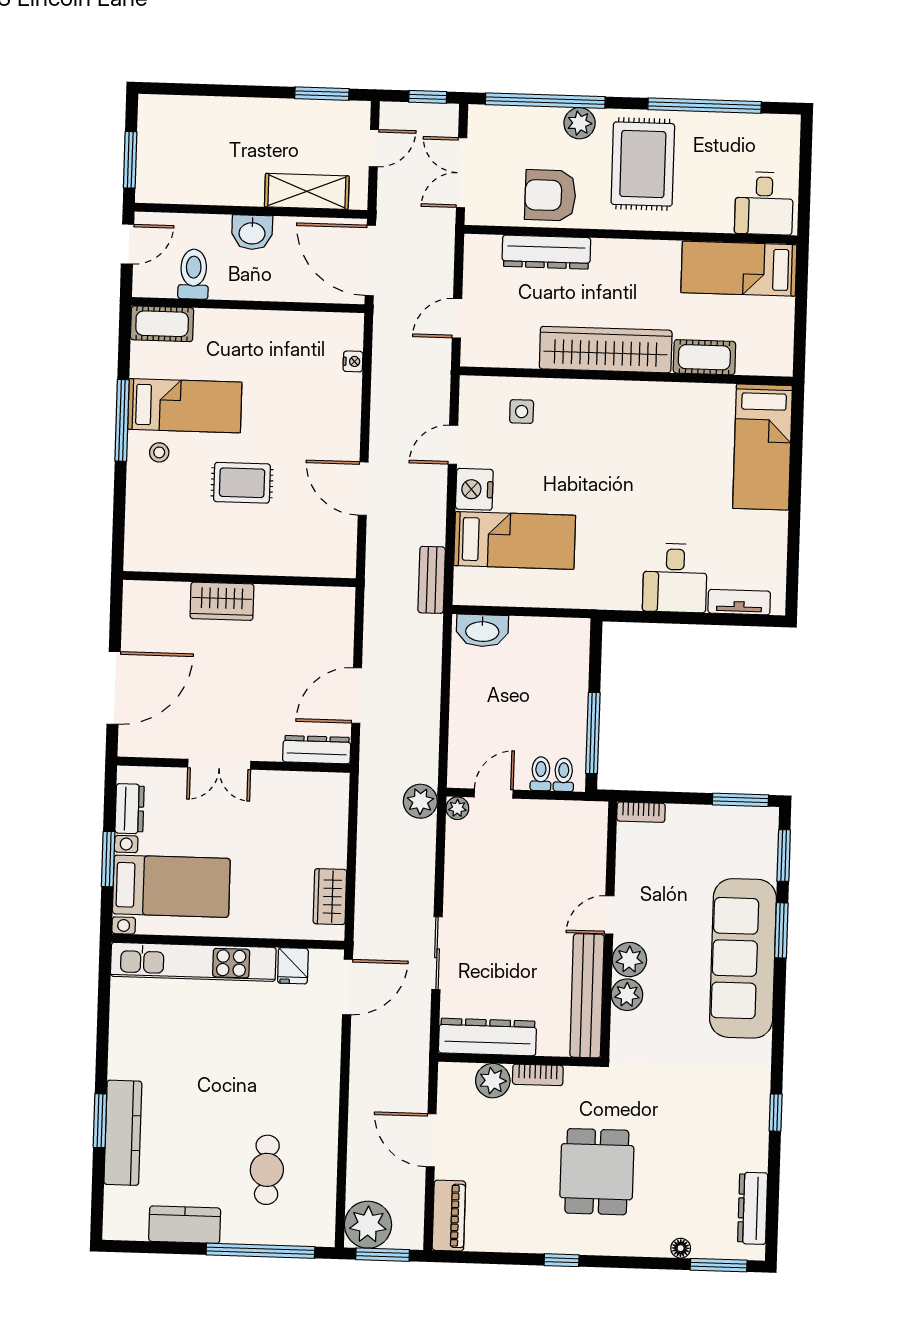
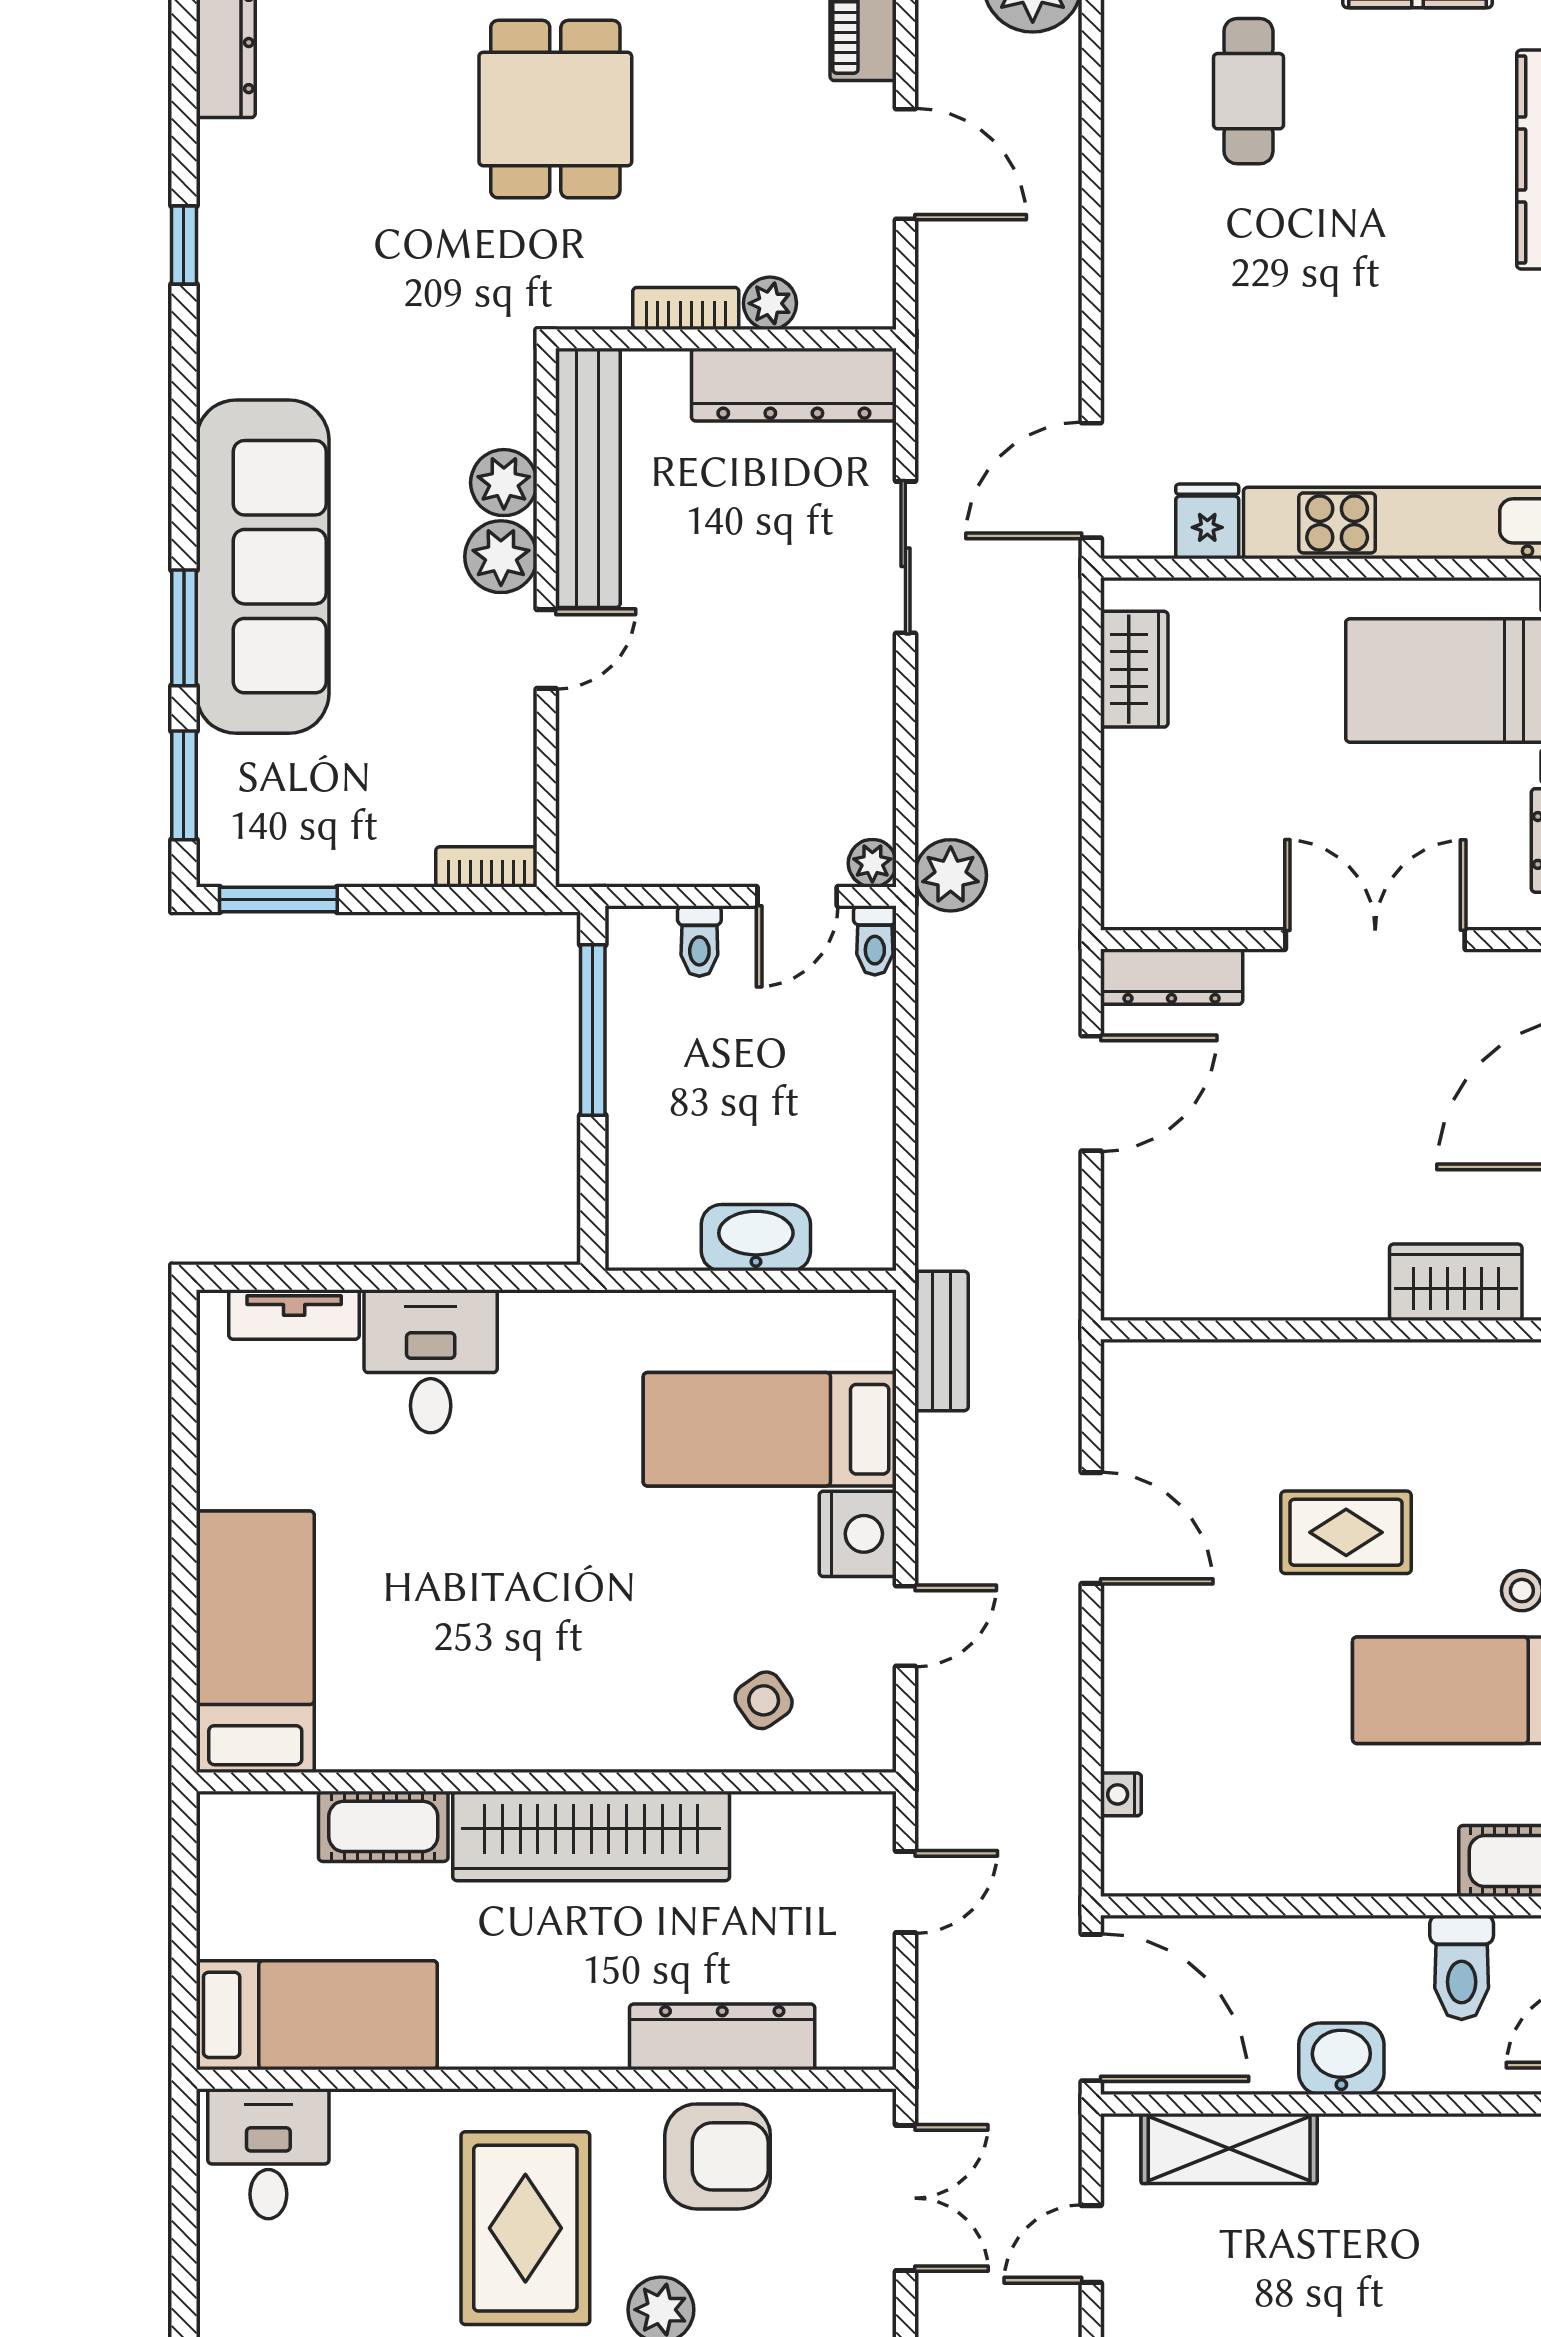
side table: (522, 412) -> (764, 1700), turned -35
wardrobe: (222, 601) -> (1456, 1282), moved
washbasin: (482, 631) -> (756, 1238), moved
double door: (219, 764) -> (1375, 940), width x1.37
toilet: (564, 775) -> (875, 940), moved
plant: (493, 1081) -> (770, 303), width x0.73, depth x0.73

